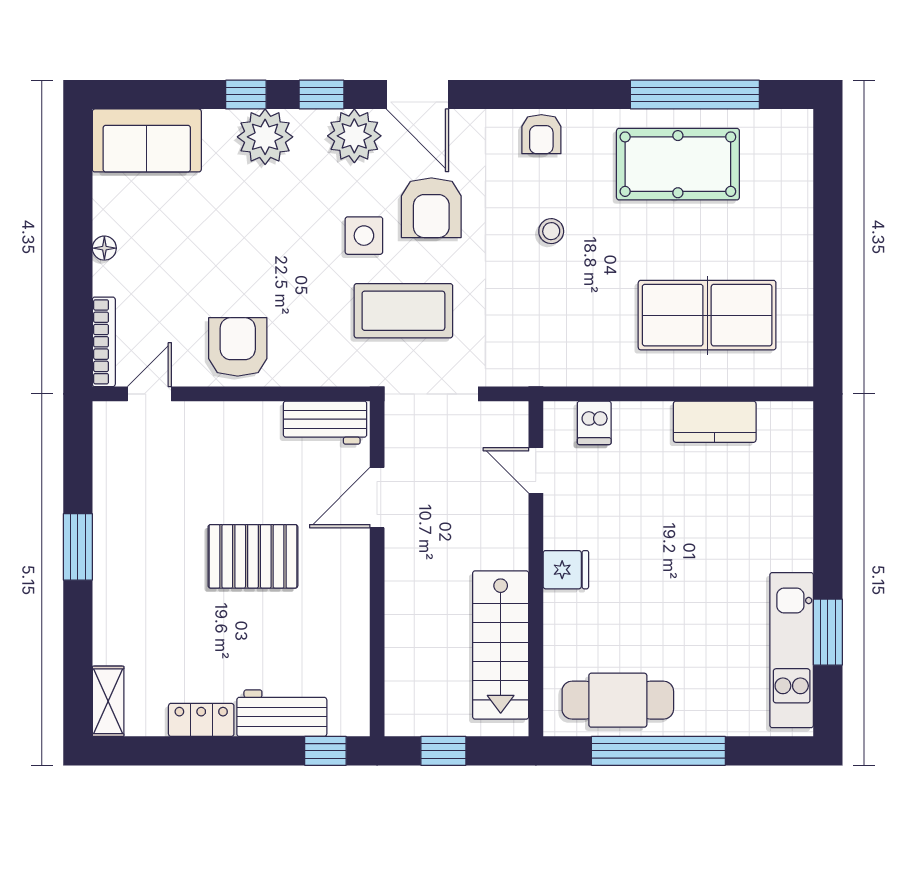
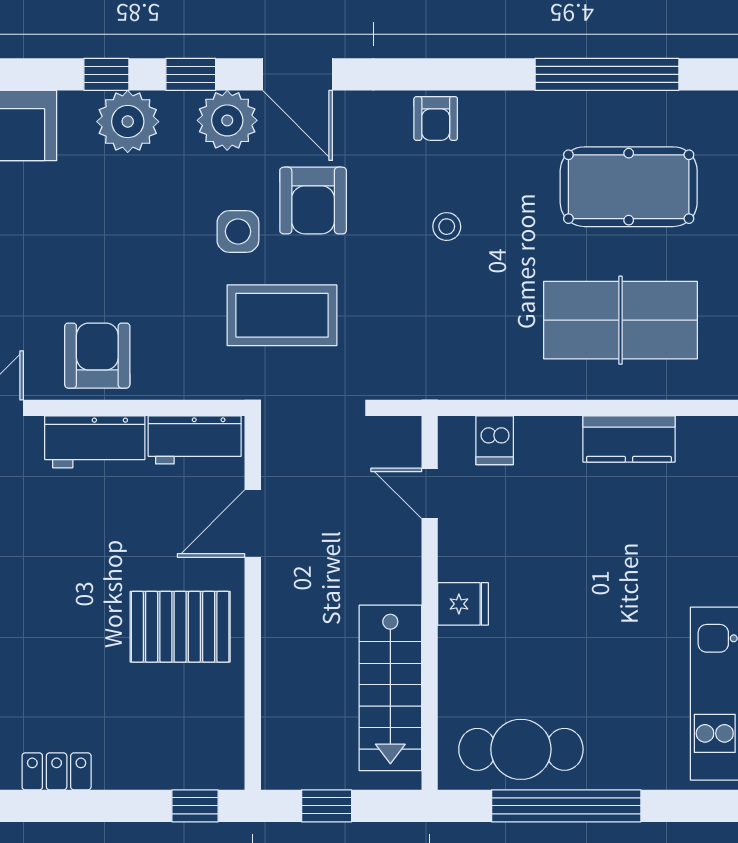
pool table: (678, 164) -> (629, 187), moved
pallet: (253, 556) -> (180, 627), moved
workbench: (282, 713) -> (95, 442), moved, turned 180

